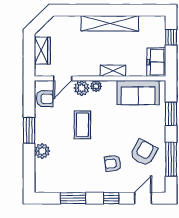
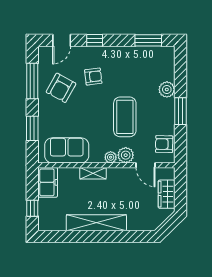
door: (63, 78) -> (146, 165), swing flipped
coffee table: (82, 125) -> (125, 117), width x1.36, depth x1.32
window: (73, 198) -> (148, 40), moved

